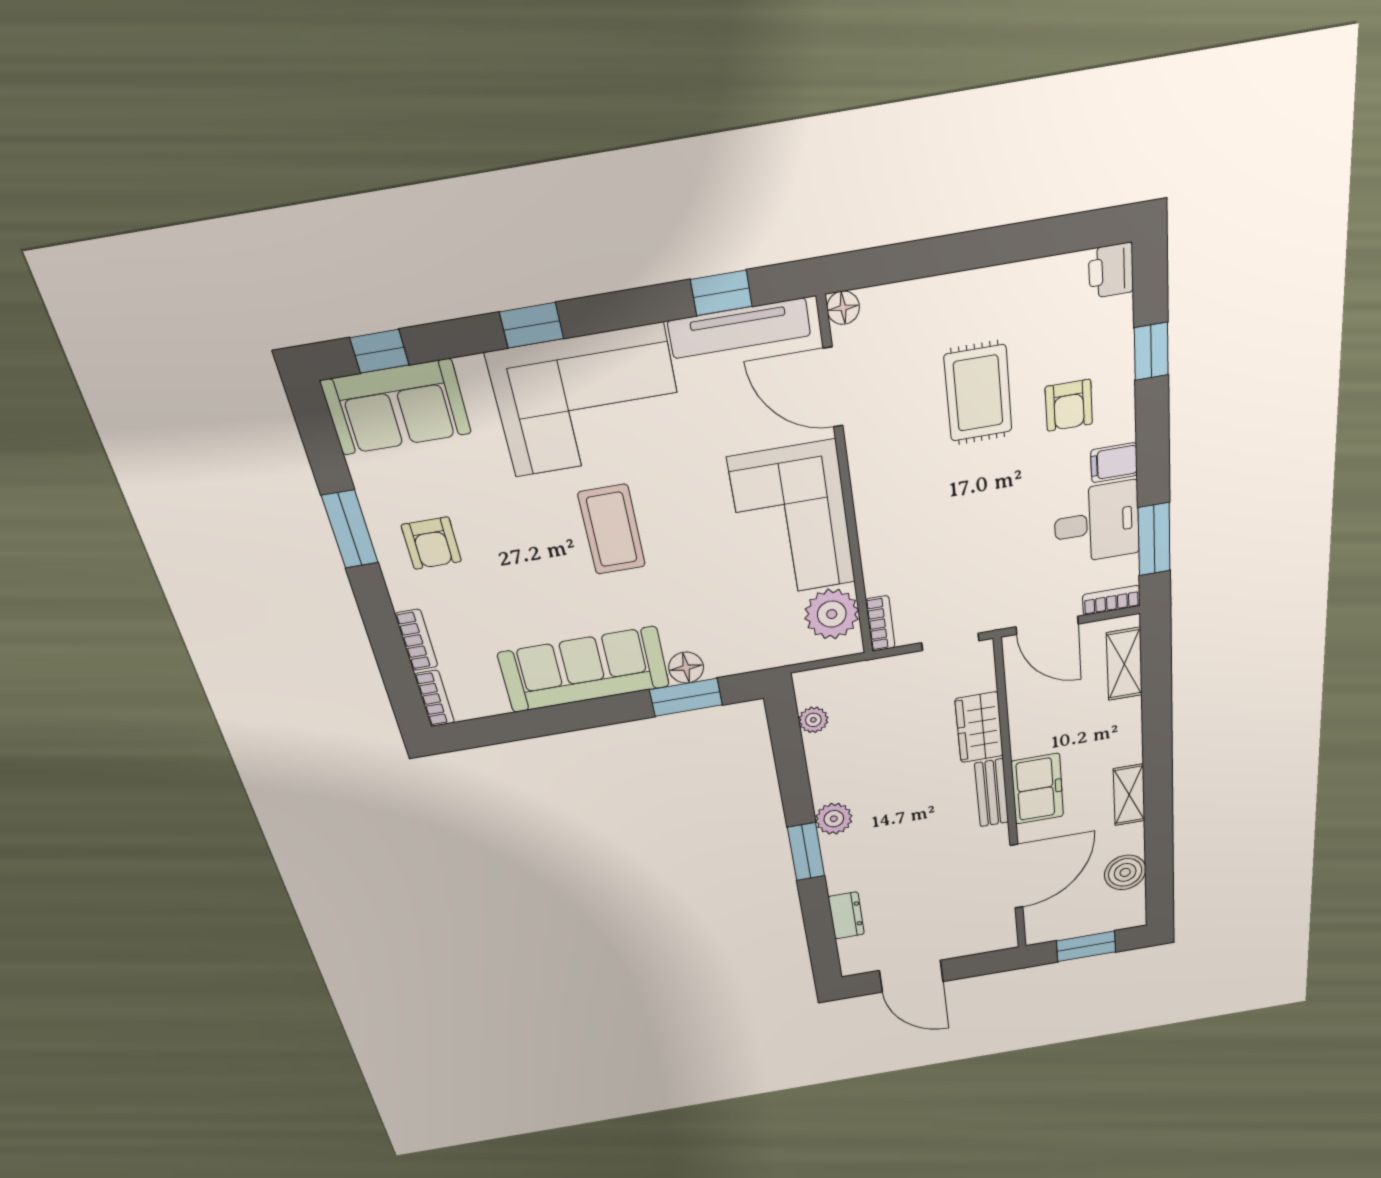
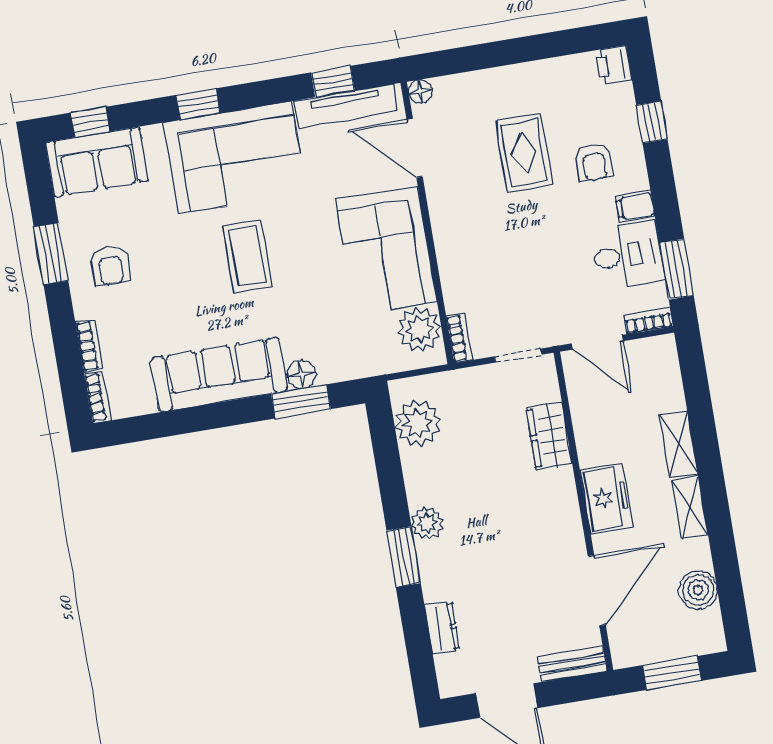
shelving: (1124, 664) -> (678, 444), moved
plant: (813, 720) -> (418, 423), width x1.88, depth x1.88
bench: (992, 793) -> (572, 664), moved, turned 90

